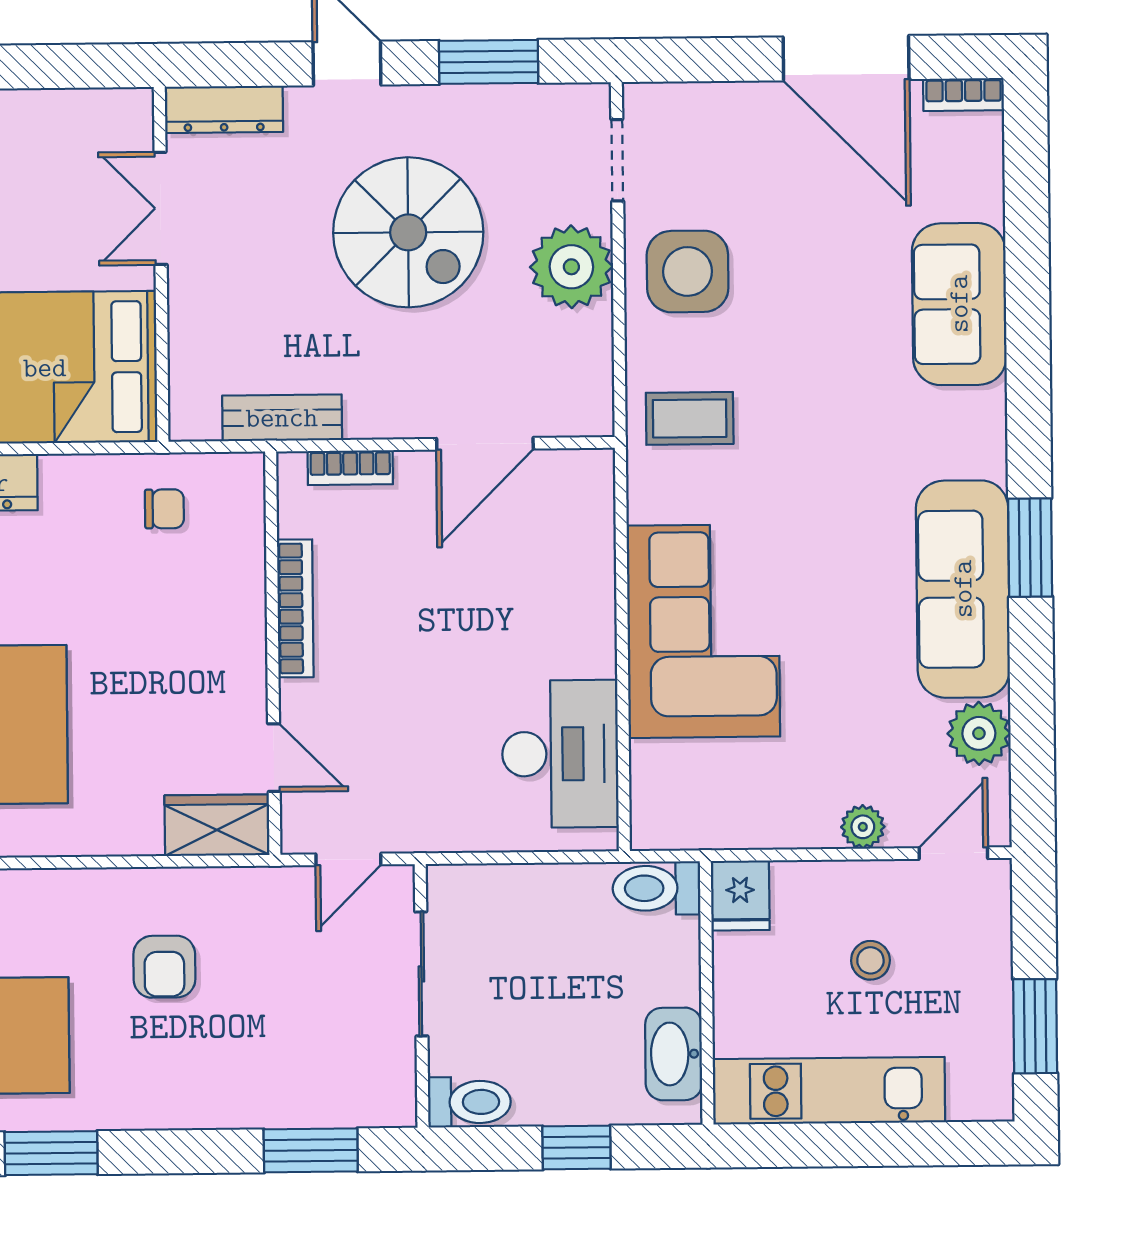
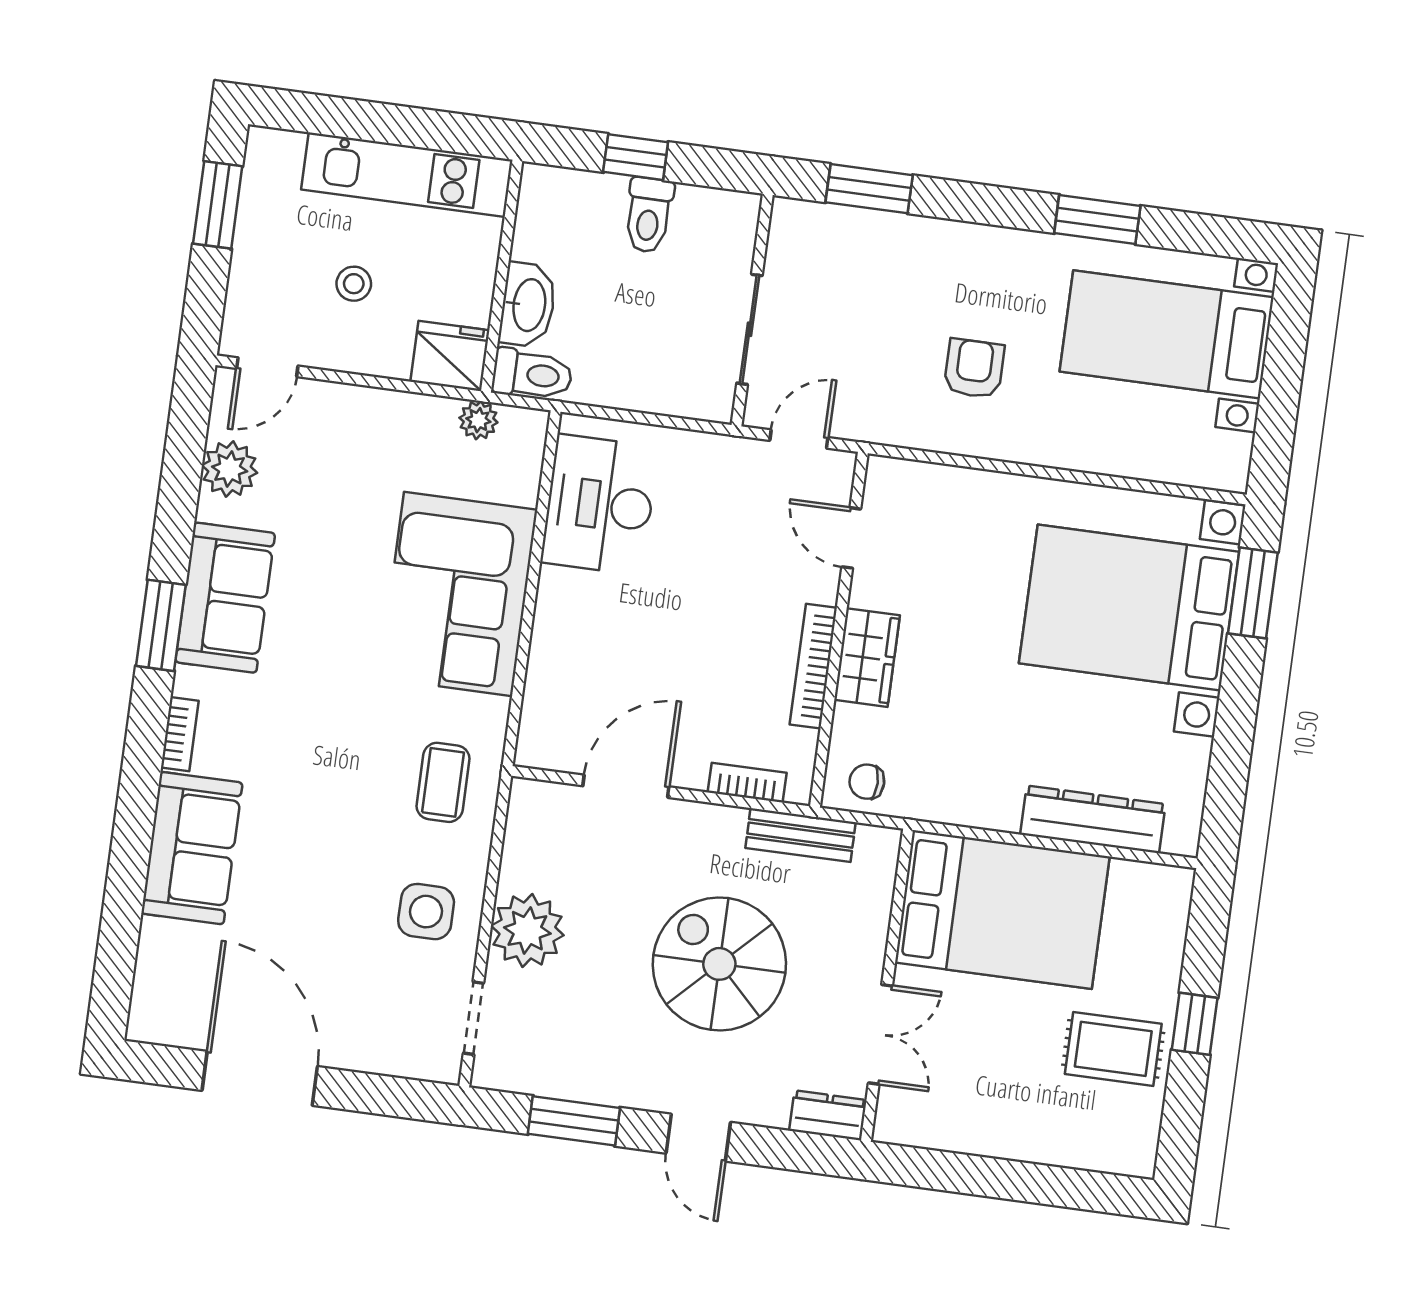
bookcase: (964, 95) -> (180, 734), moved, turned 90
dresser: (224, 109) -> (828, 1115), width x0.70
spiral stairs: (408, 232) -> (719, 964), moved
side table: (688, 271) -> (426, 912), width x0.73, depth x0.73
coffee table: (690, 418) -> (443, 782), turned 90
chair: (164, 509) -> (867, 782), moved
sofa: (963, 589) -> (225, 598), width x0.73
wardrobe: (217, 825) -> (867, 658), moved, turned -90
plant: (863, 827) -> (478, 420), moved
fridge: (740, 895) -> (450, 356), width x1.38
washbasin: (674, 1054) -> (528, 305), moved
toilet: (469, 1102) -> (649, 215), moved, turned -90

